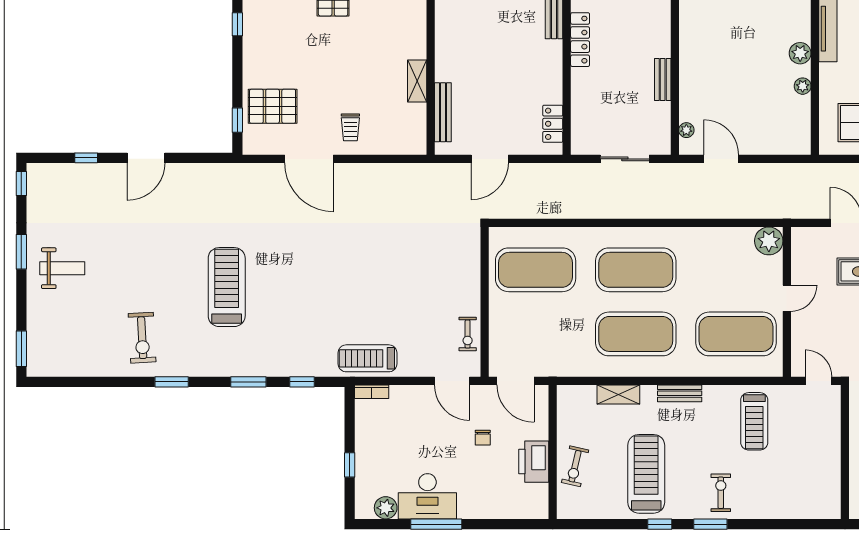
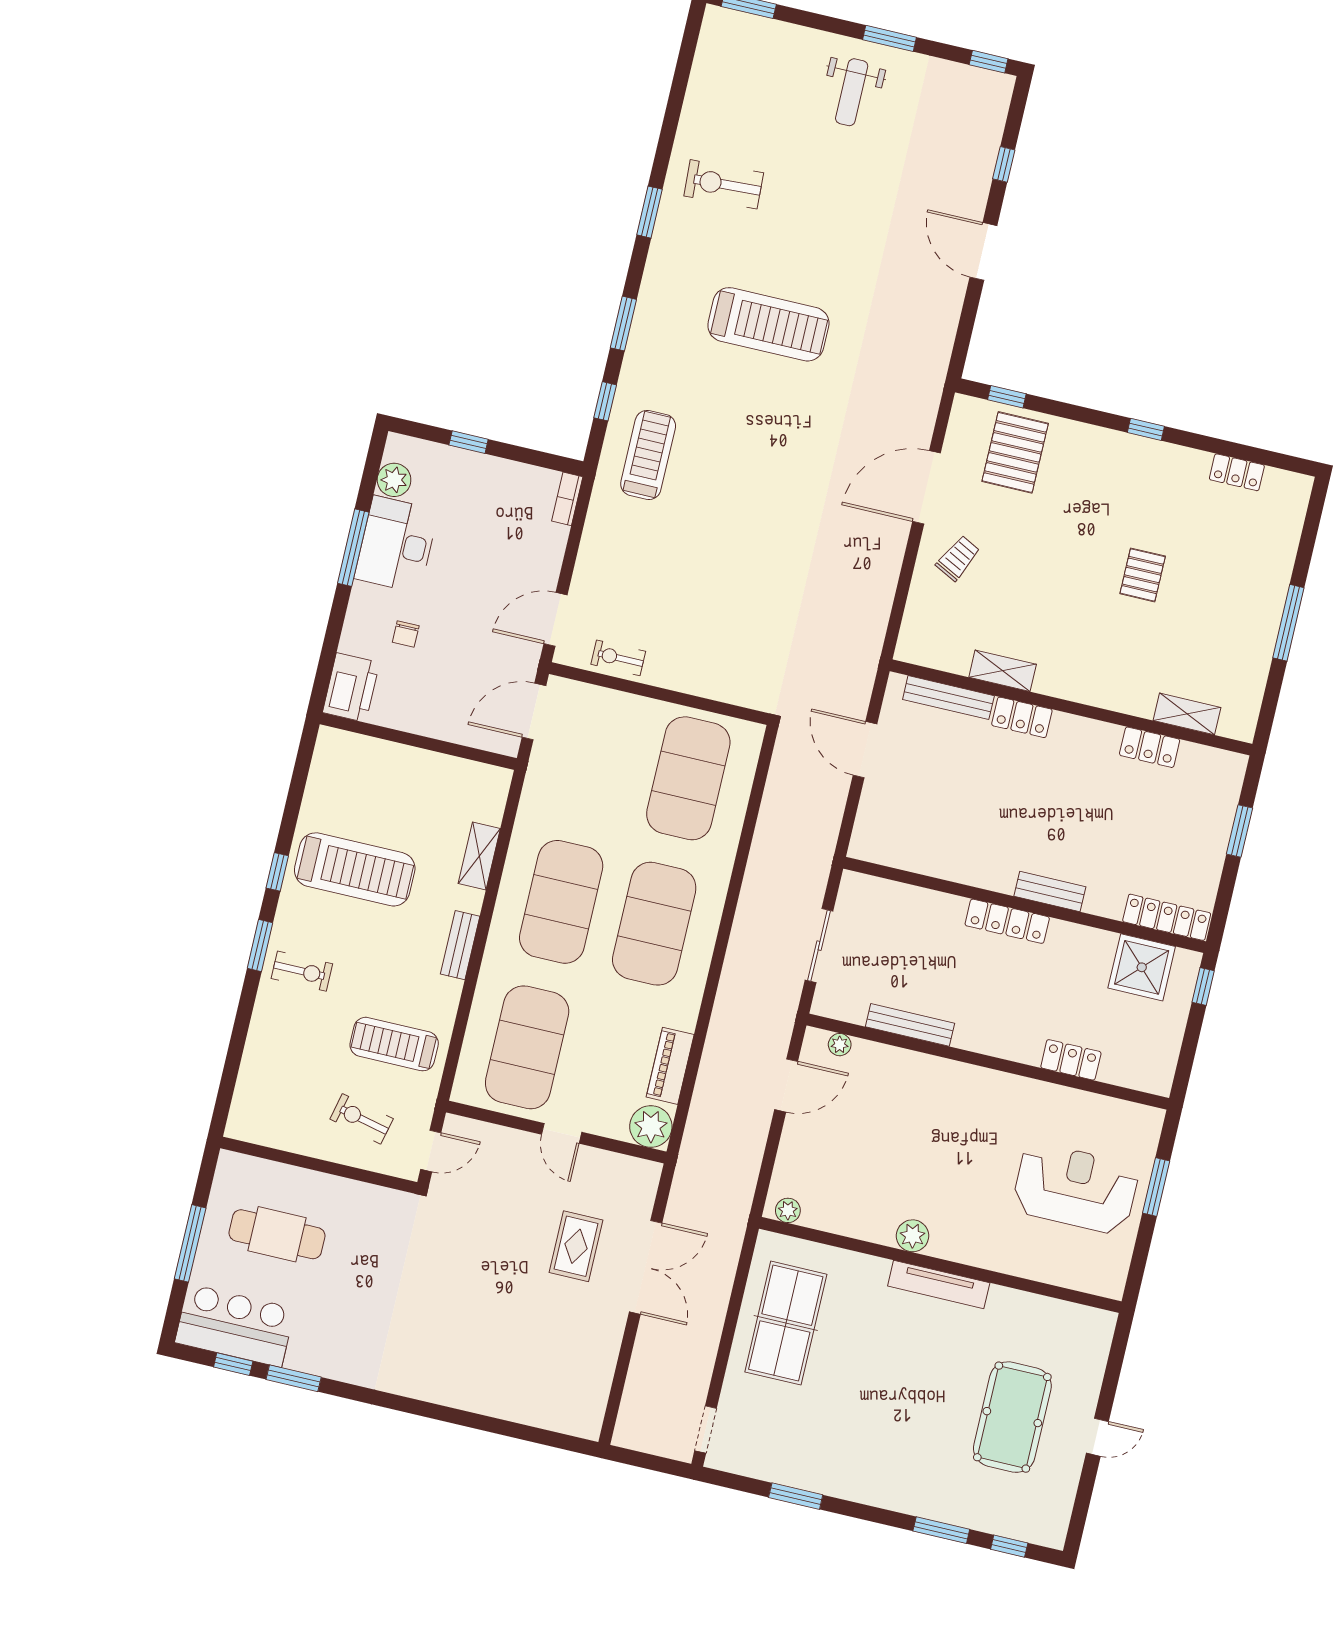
bench: (663, 79) -> (910, 1025), width x1.36
plant: (803, 86) -> (788, 1210), moved
locker: (553, 124) -> (1022, 717), moved, turned 180
trolley: (350, 127) -> (958, 558), turned 117
piano: (726, 238) -> (670, 1066), added
treadmill: (367, 358) -> (648, 455), moved
chair: (483, 438) -> (406, 634), moved, turned -90
printer: (534, 462) -> (351, 688), moved, turned 90
exercise bike: (575, 466) -> (362, 1119), moved

